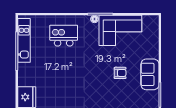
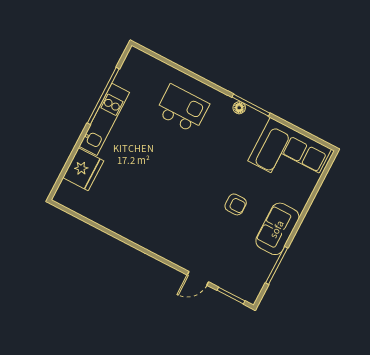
corner sofa: (120, 30) -> (290, 155), moved
kitchen unit: (24, 40) -> (104, 119), moved

